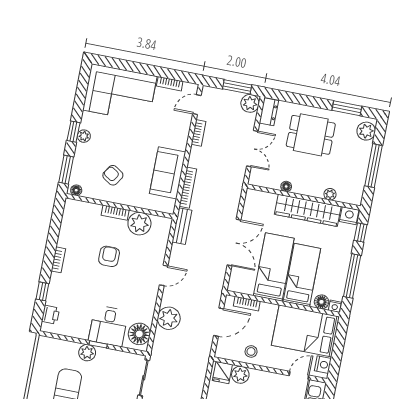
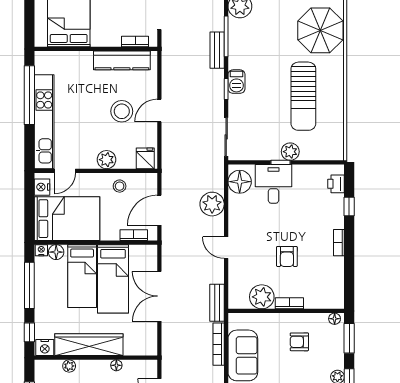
armchair: (113, 175) -> (299, 342), turned 147
door: (164, 275) -> (226, 248), hinge flipped
plant: (240, 375) -> (107, 160), moved

